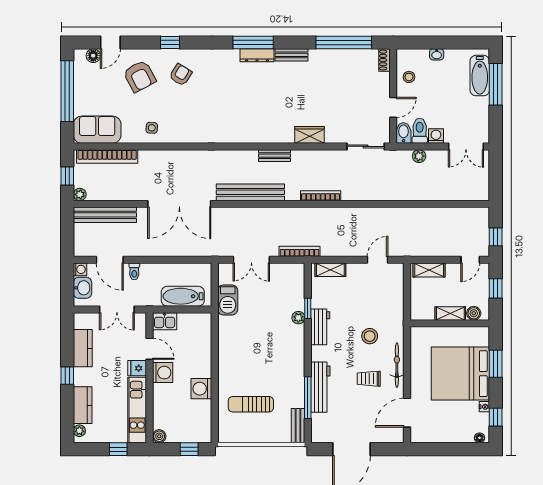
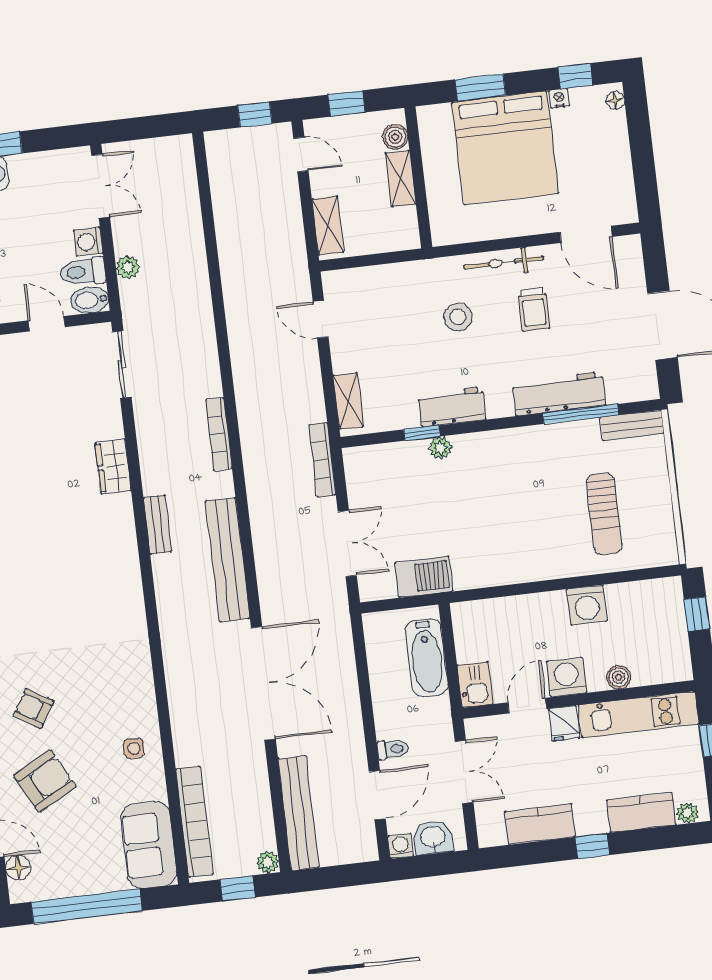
boiler: (159, 436) -> (619, 677), moved

